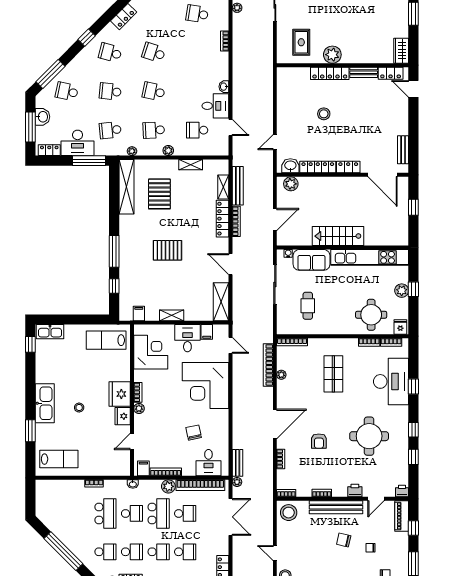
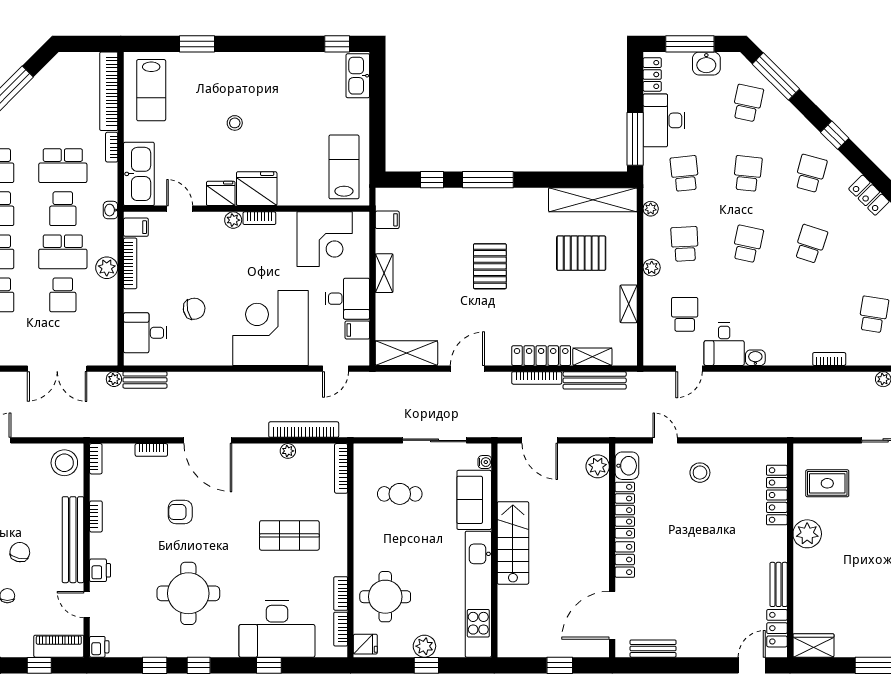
locker: (330, 73) -> (777, 495), moved
stool: (324, 114) -> (700, 473), moved
kitchen sink: (45, 403) -> (139, 174), moved, turned -90
bookcase: (200, 485) -> (109, 91), moved

